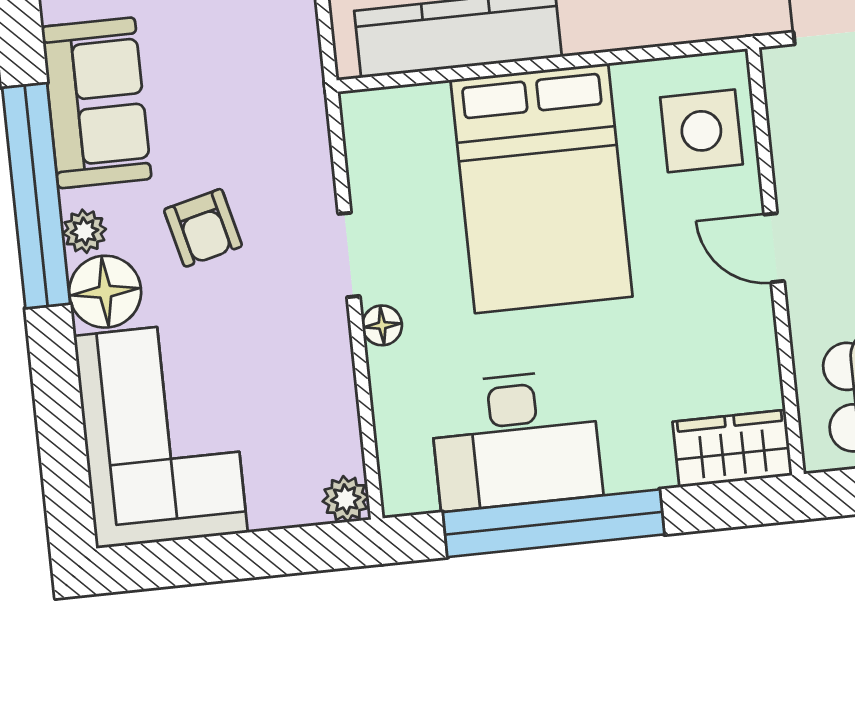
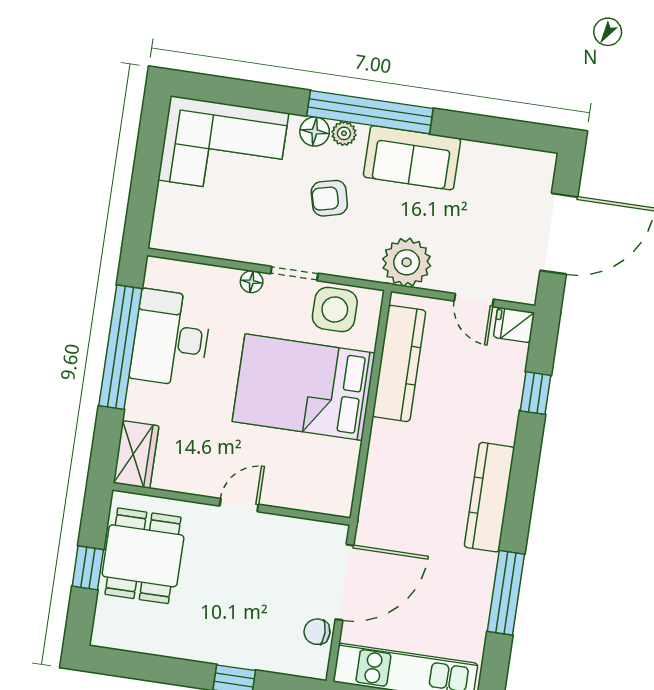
side table: (701, 131) -> (335, 309), moved
floor lamp: (105, 292) -> (315, 132), width x0.73, depth x0.73
plant: (346, 499) -> (407, 262), moved, width x1.88, depth x1.88

